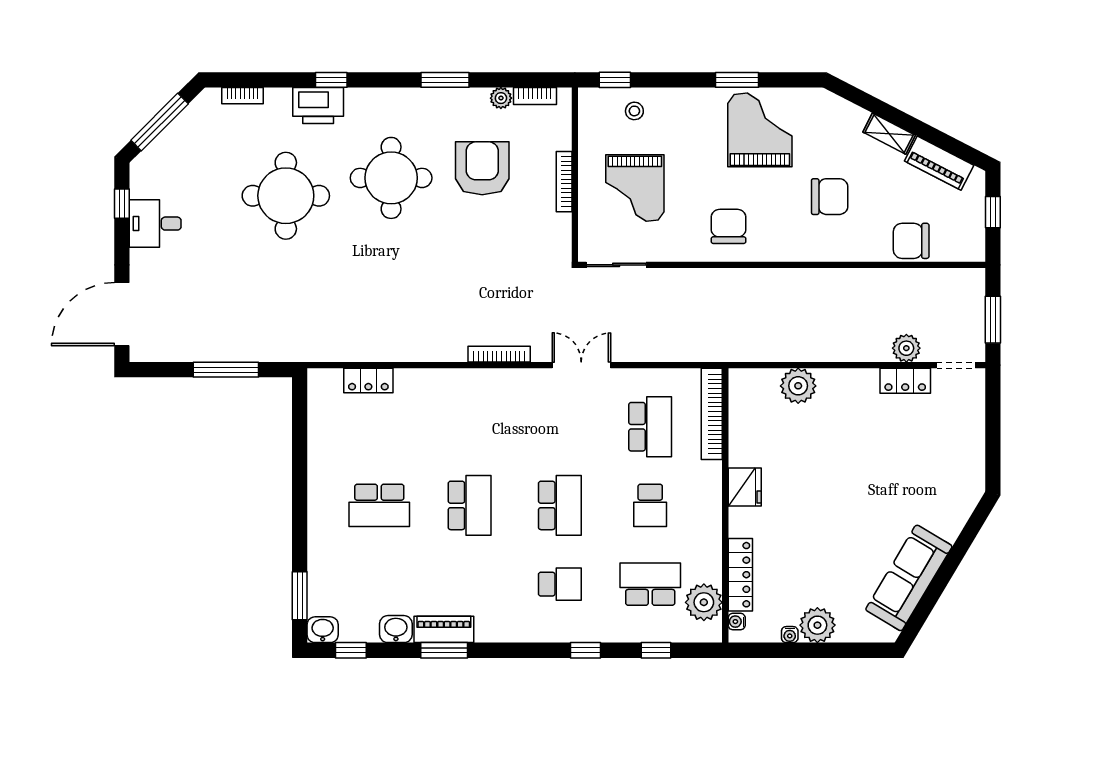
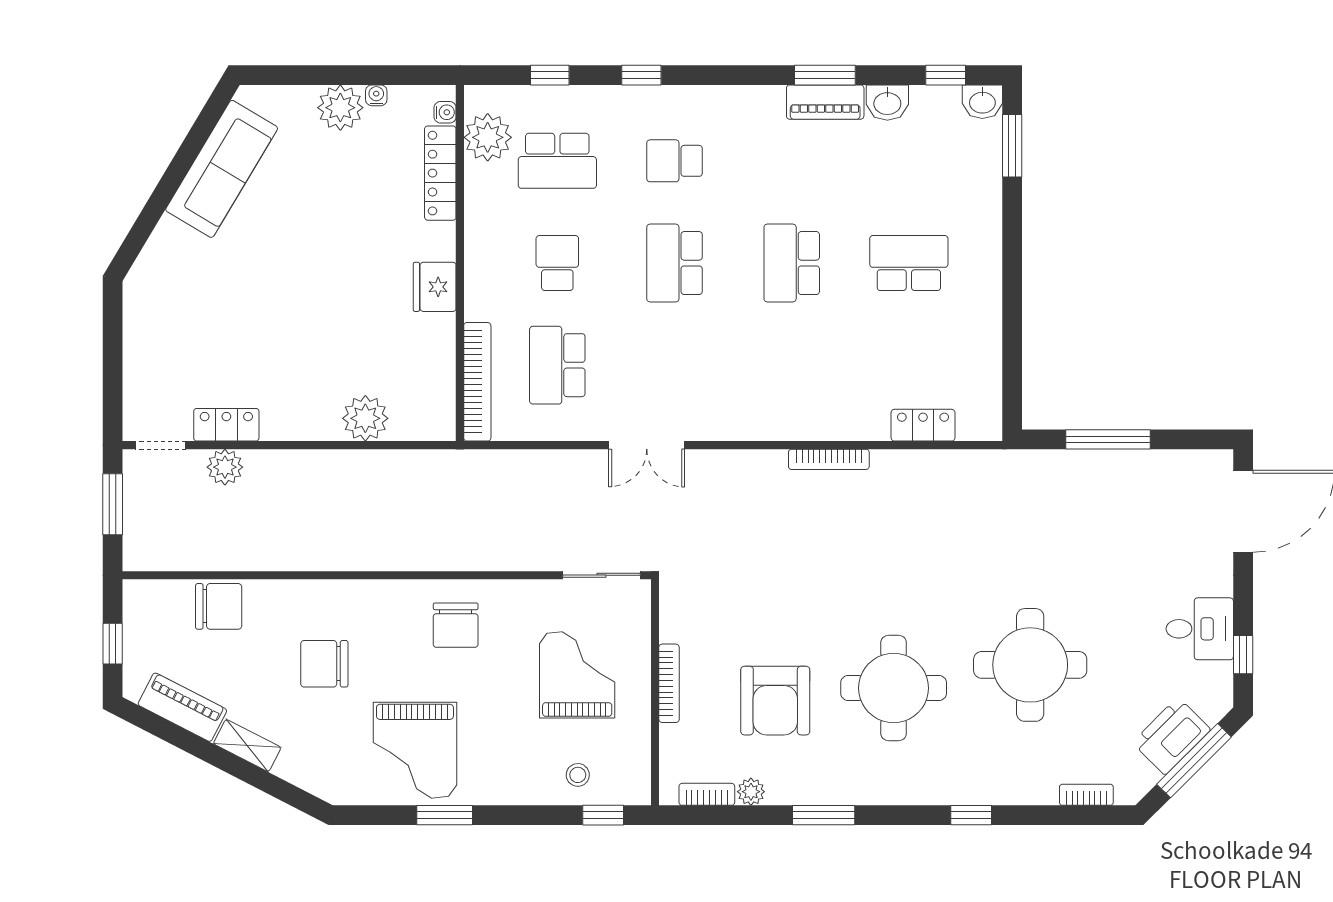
printer: (318, 106) -> (1171, 736), moved, turned -45
bookcase: (499, 354) -> (829, 459), moved

